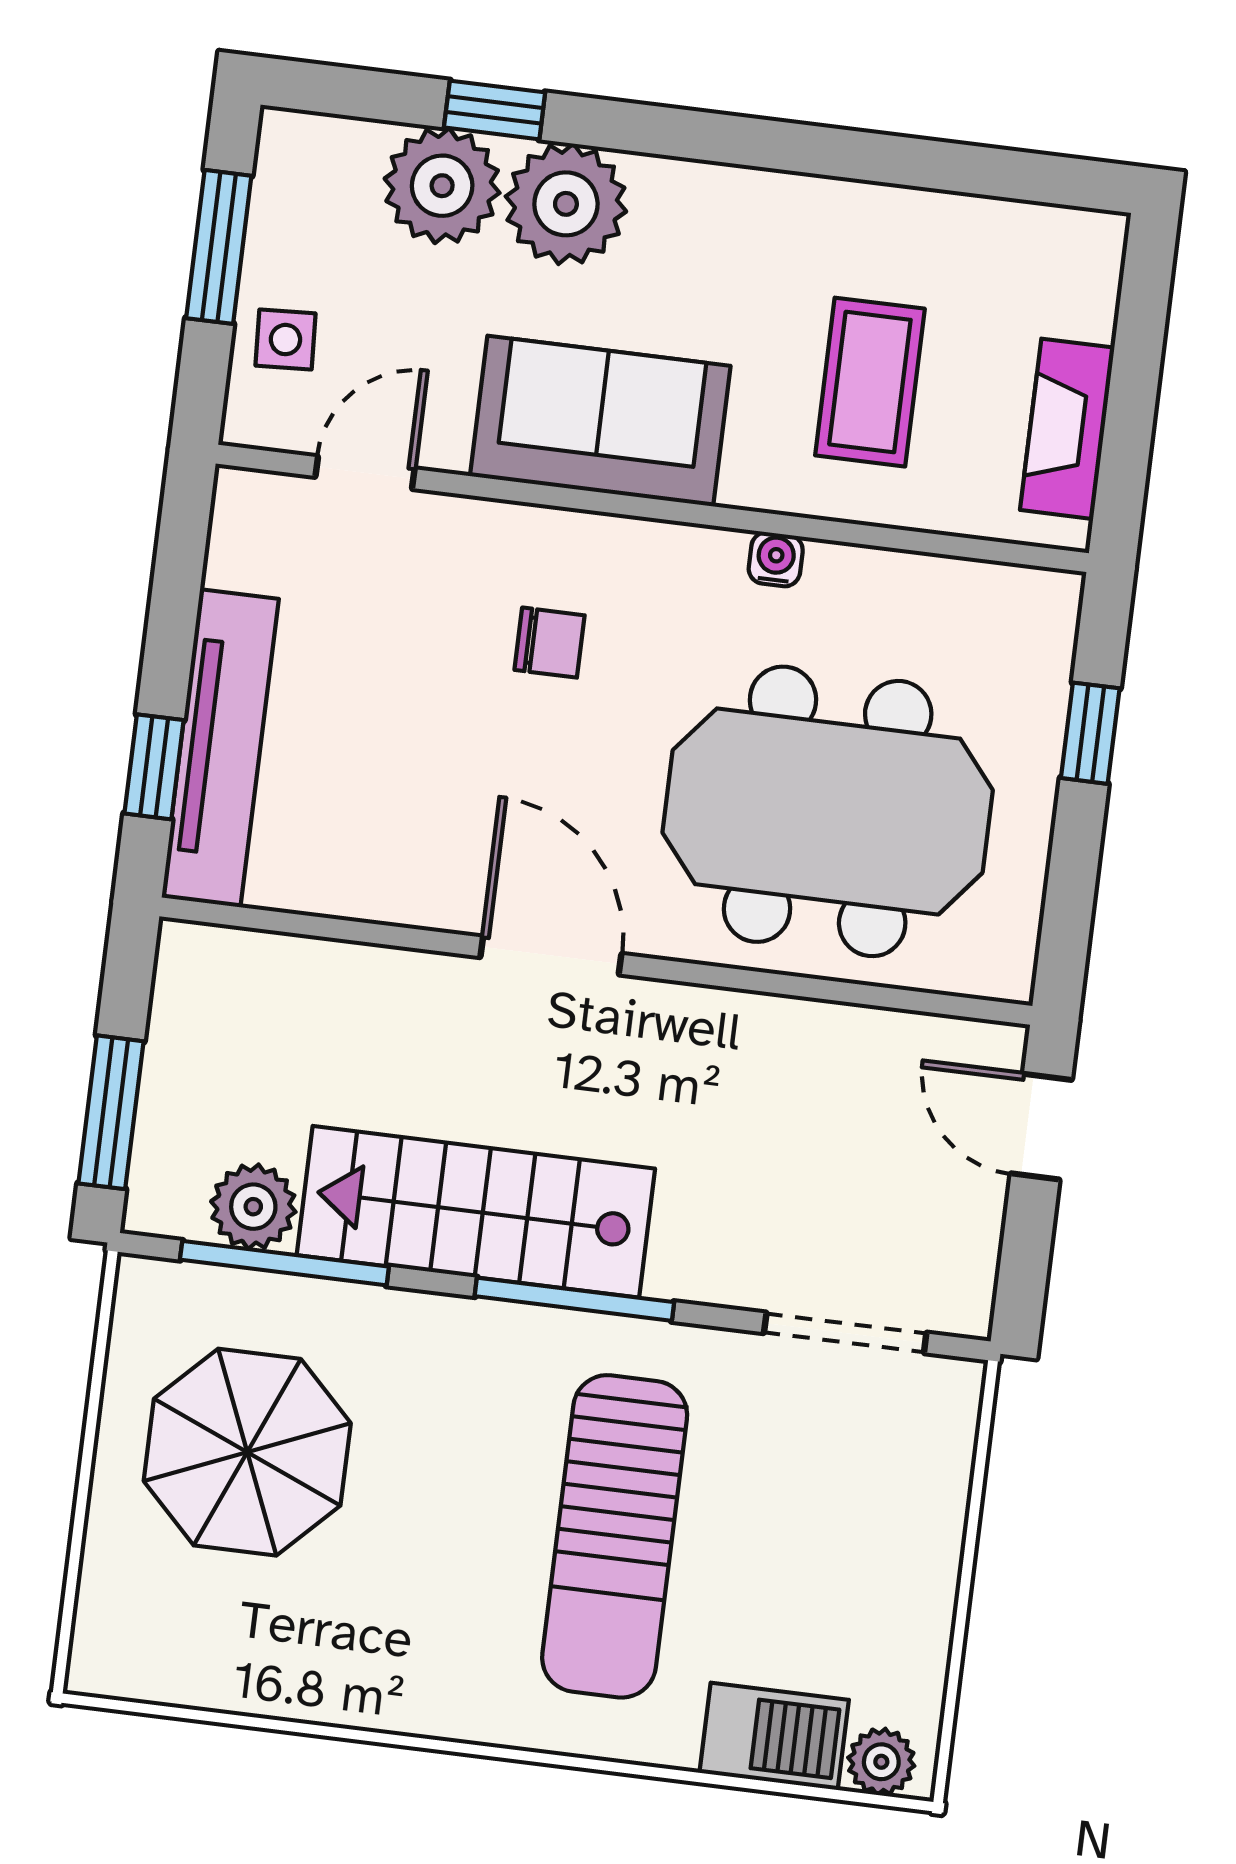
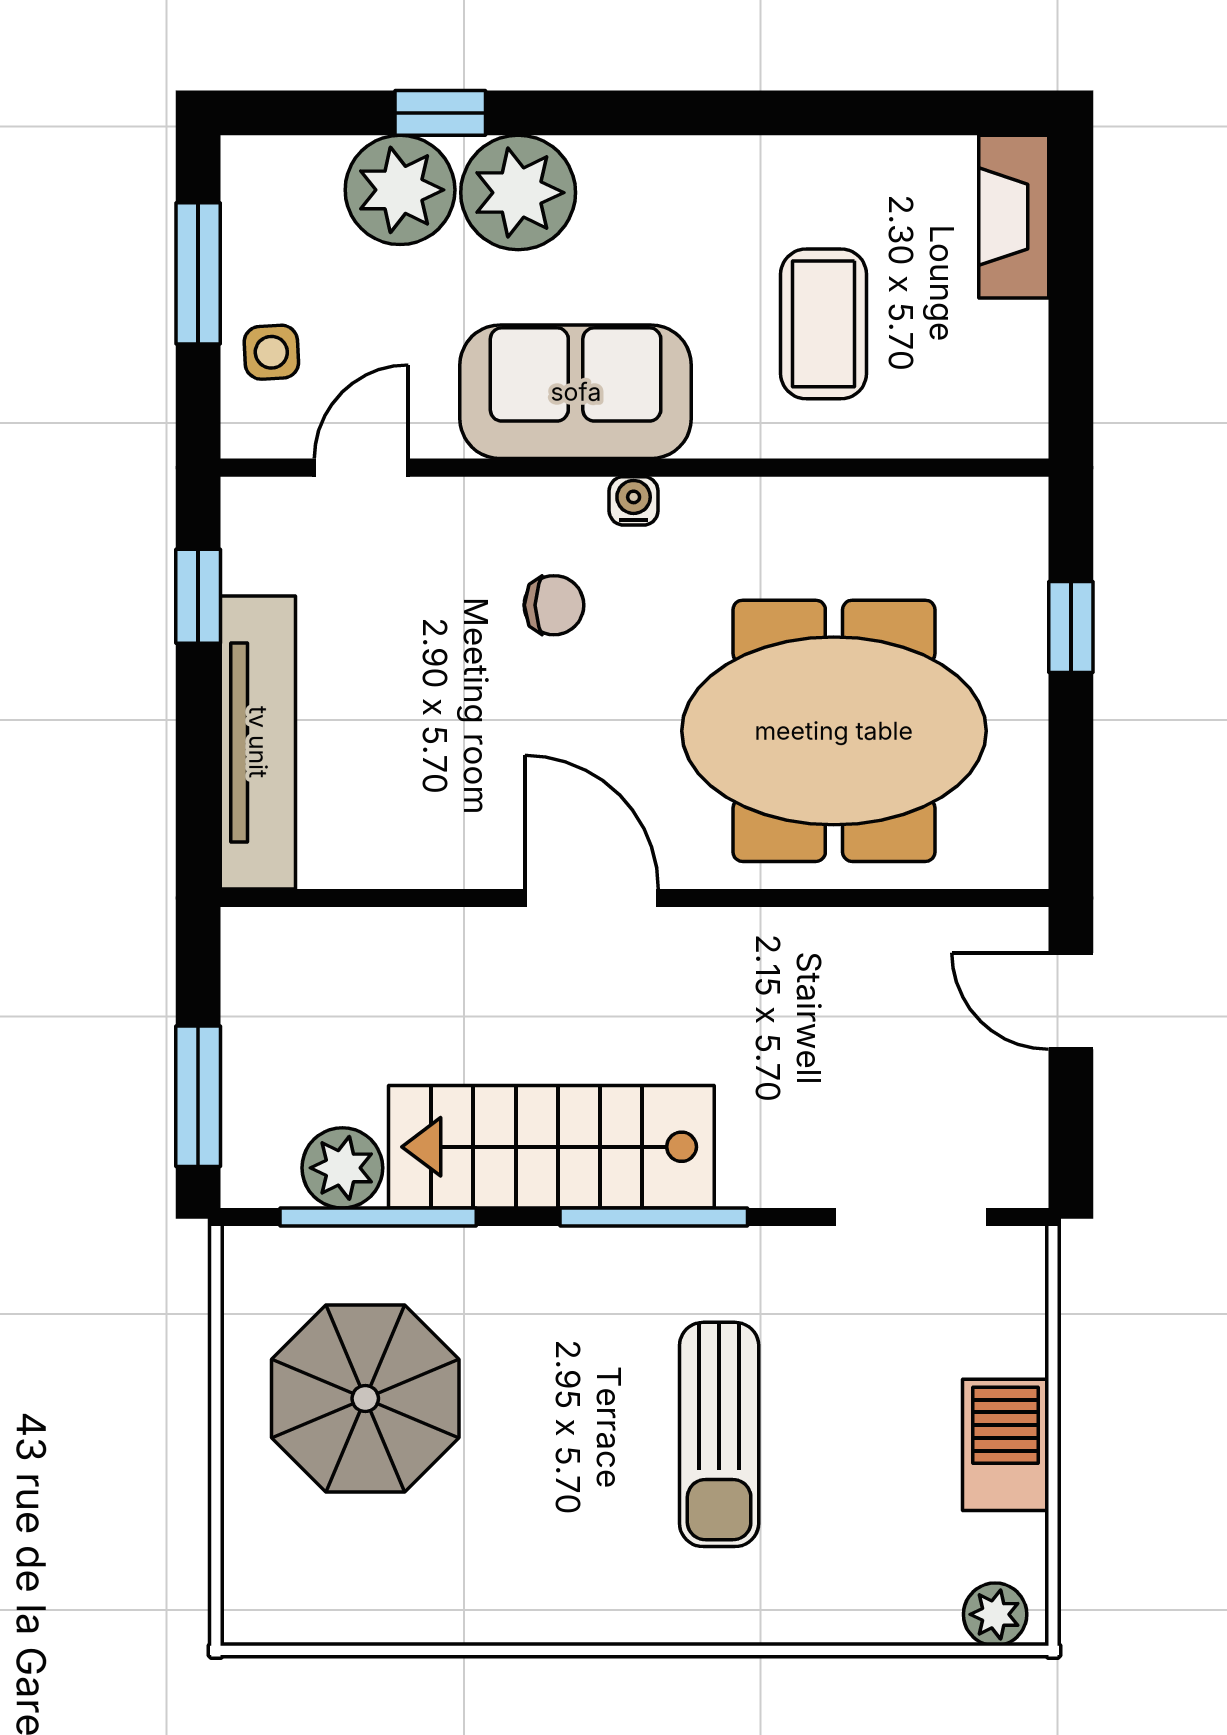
fireplace: (1067, 429) -> (1014, 217), moved
water cooler: (776, 559) -> (634, 501), moved
window: (154, 767) -> (198, 596), moved
sun lounger: (615, 1536) -> (719, 1434), width x0.73, depth x0.75
barbecue: (774, 1736) -> (1006, 1445), moved, turned -90

